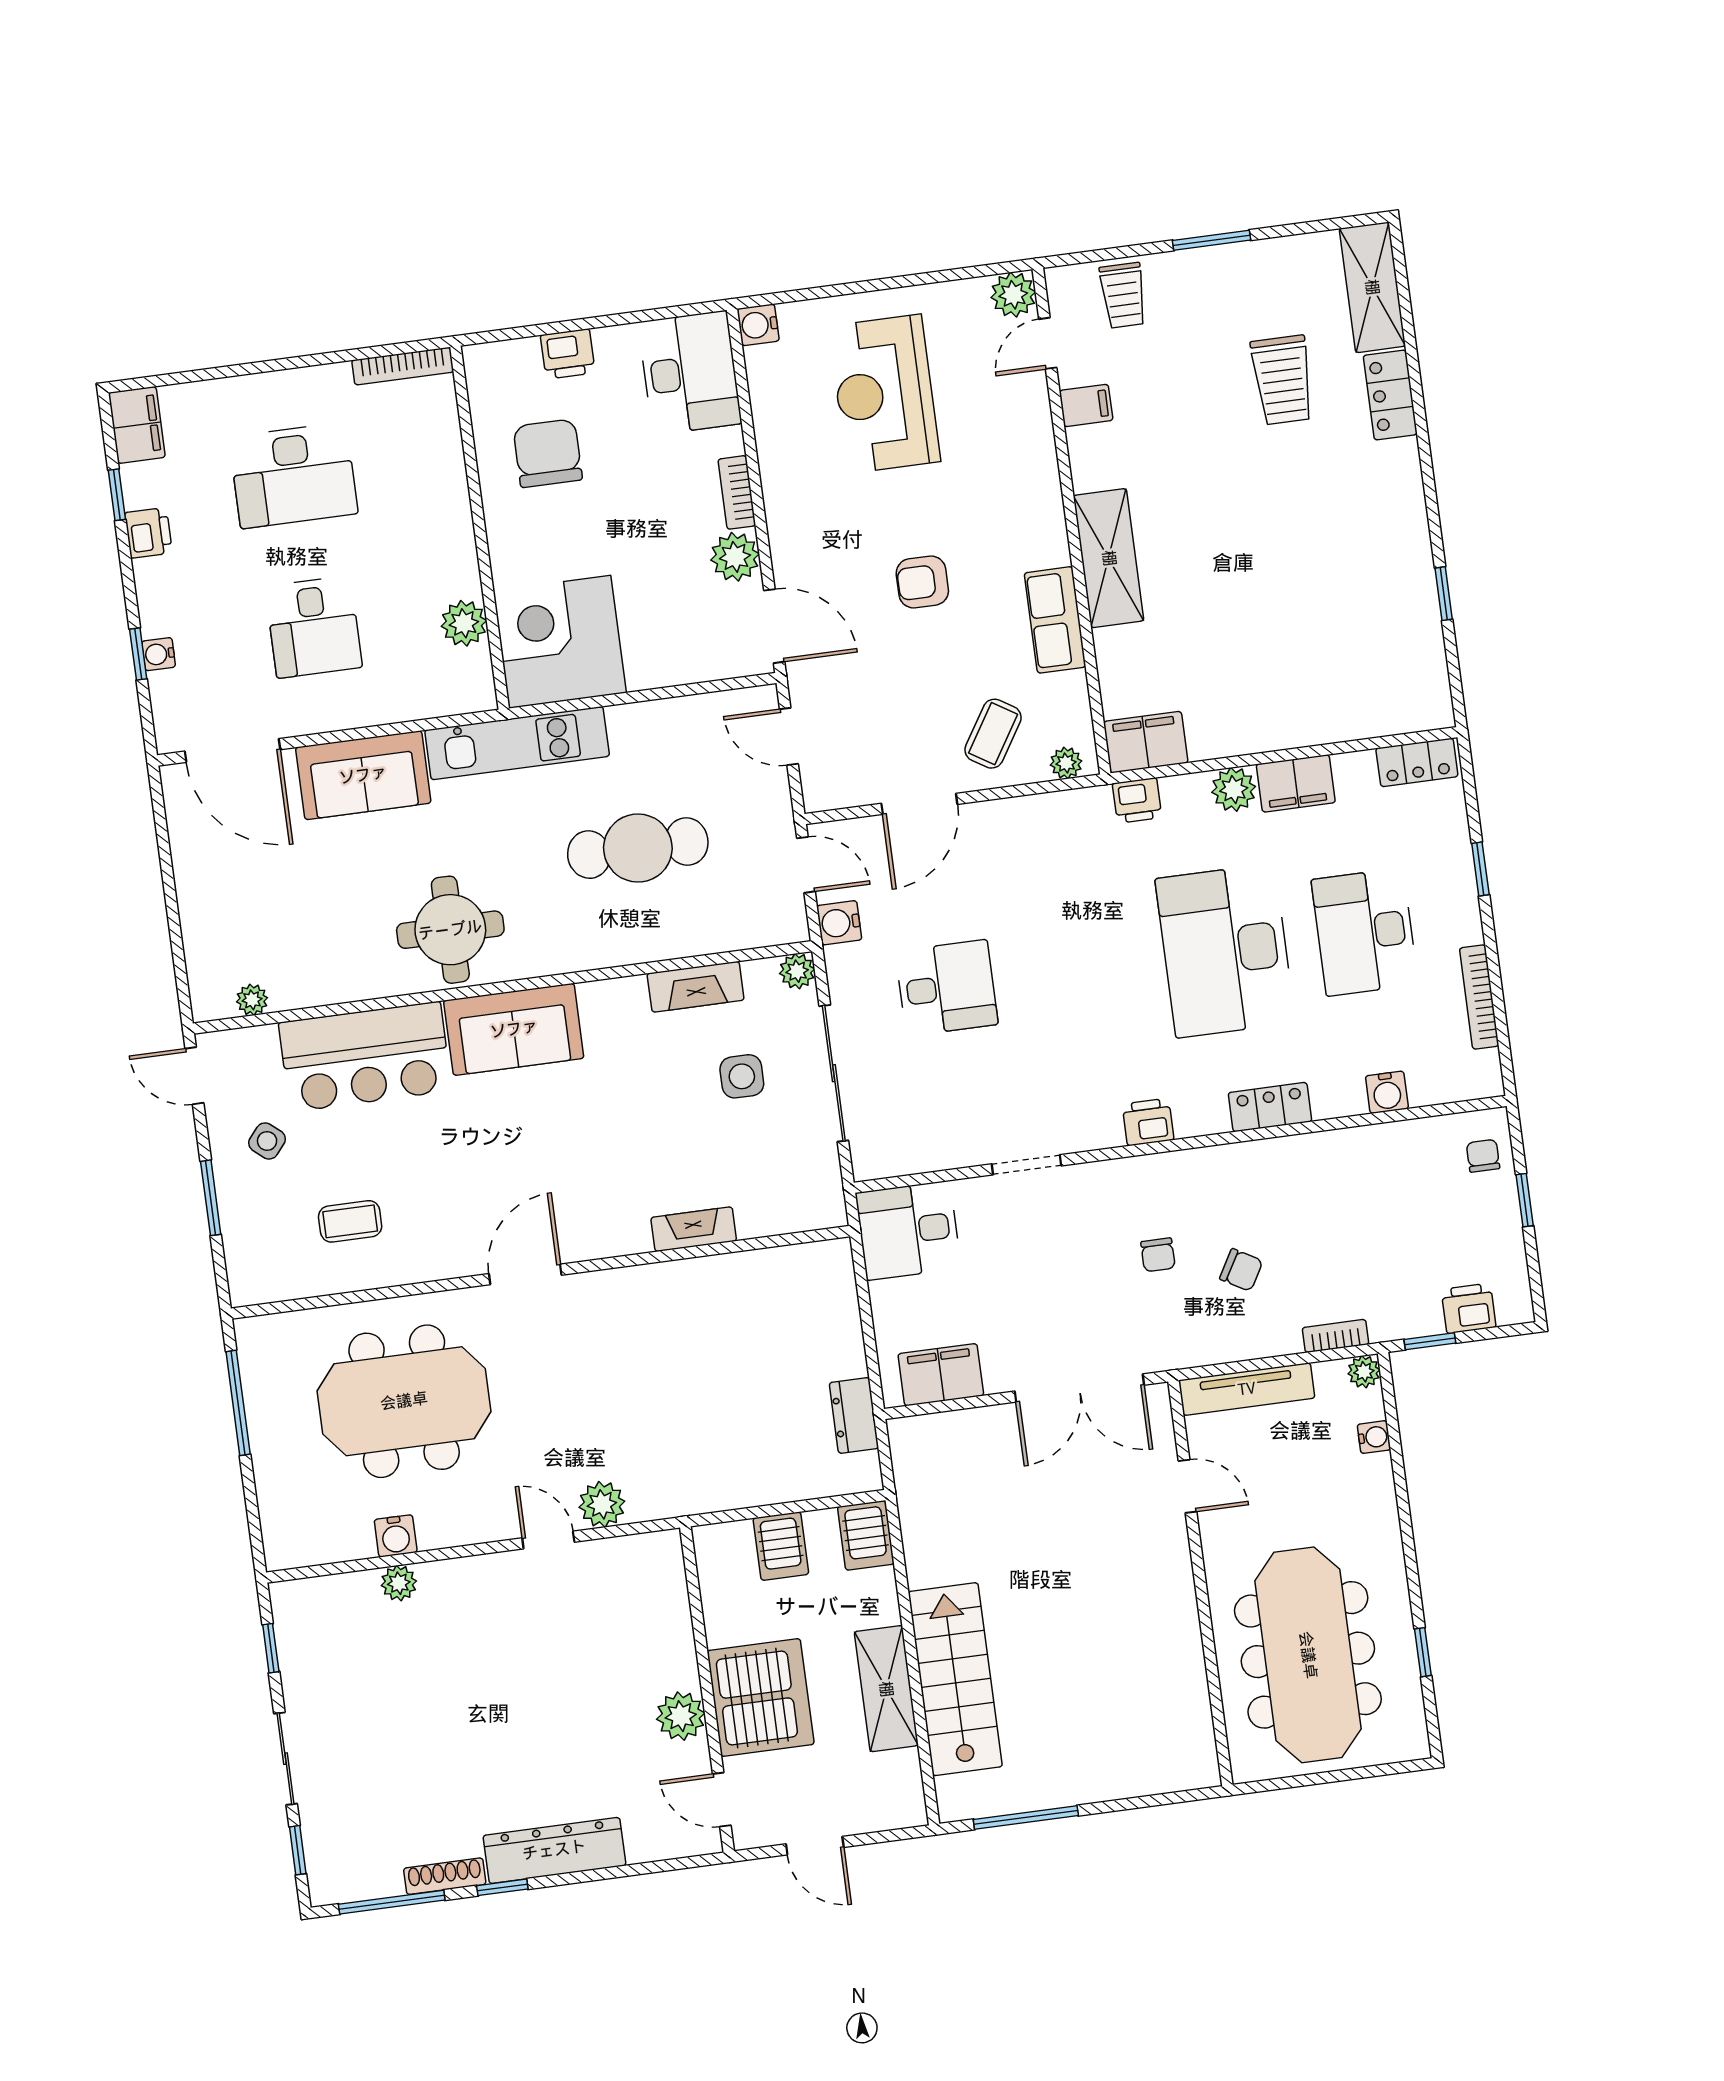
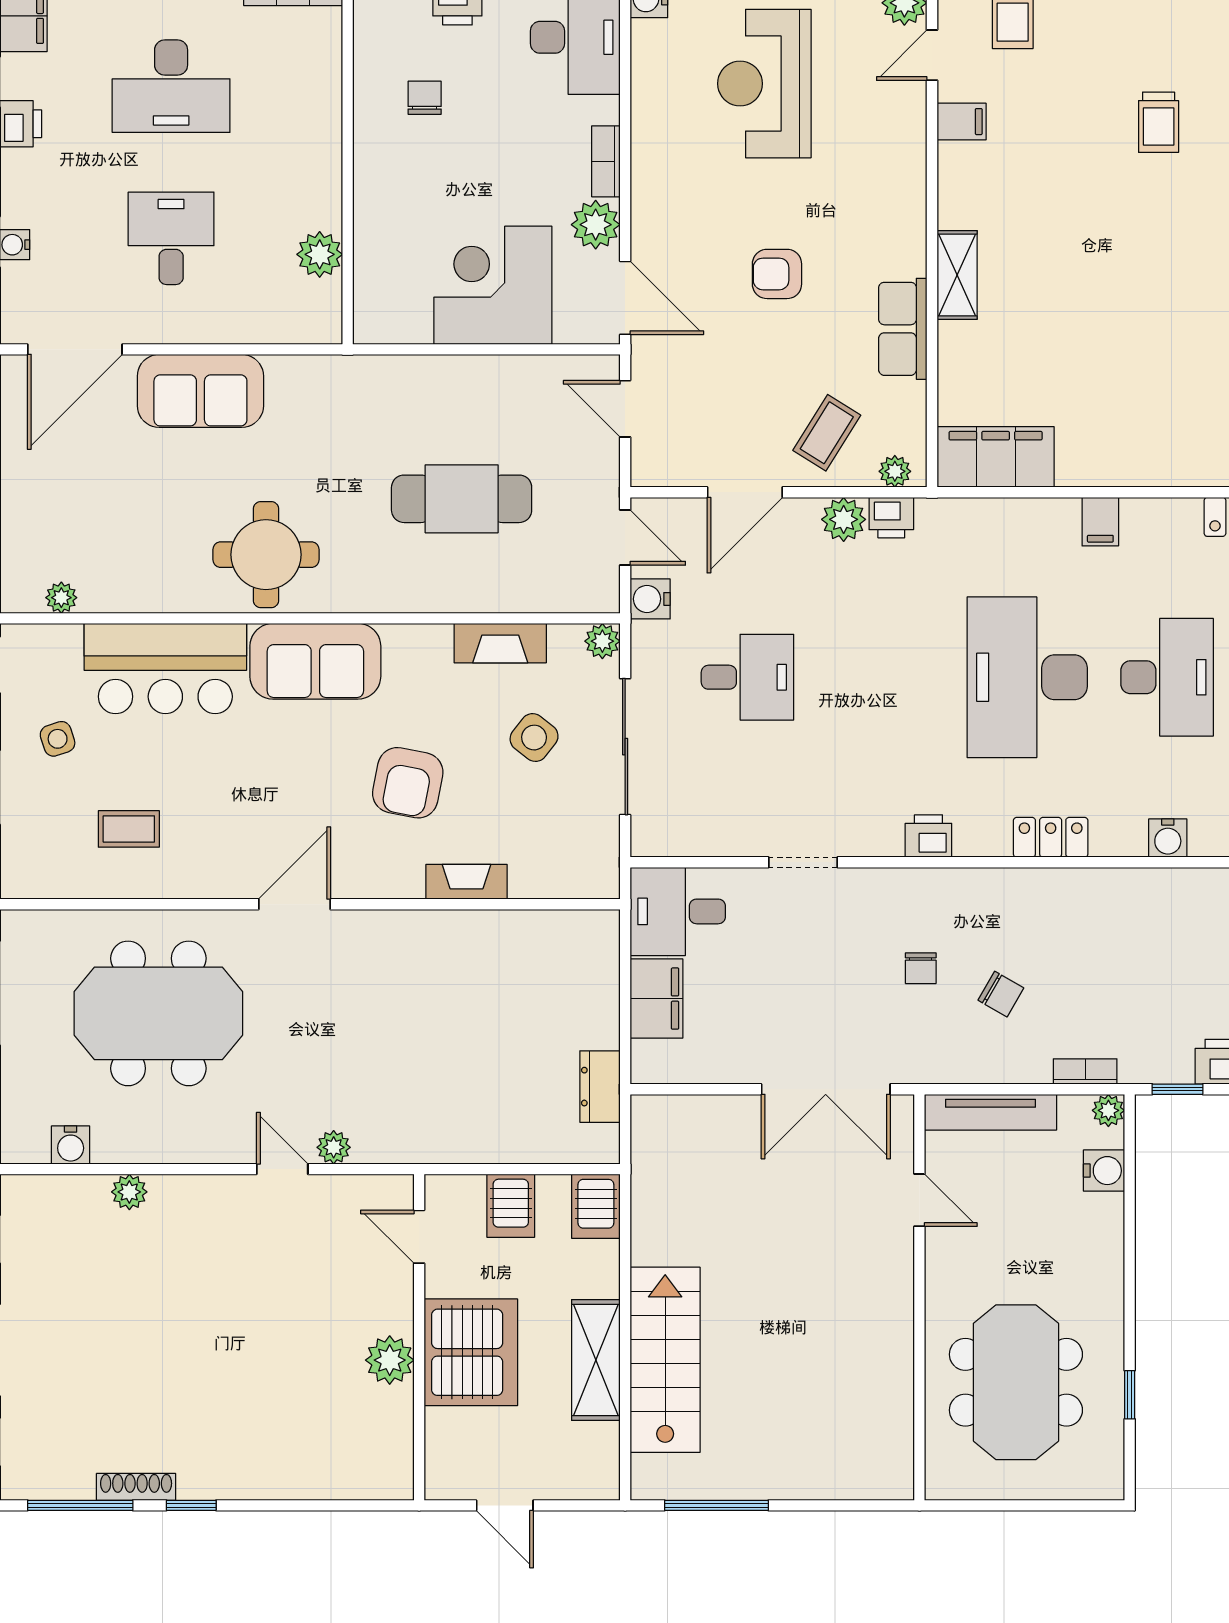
trolley: (1283, 380) -> (1159, 122), width x0.73, depth x0.72
chair: (548, 453) -> (425, 98), width x0.54, depth x0.54
shelving: (1109, 558) -> (957, 275), width x0.67, depth x0.75
desk: (314, 627) -> (171, 238), turned 180
corner desk: (560, 642) -> (493, 285), moved
filing cabinet: (1146, 742) -> (996, 457), width x1.50, depth x1.17
kitchen unit: (517, 743) -> (356, 380), removed
door: (232, 750) -> (75, 349), hinge flipped
filing cabinet: (1296, 783) -> (1100, 522), width x0.50
plant: (1234, 789) -> (844, 519), moved
printer: (1137, 800) -> (891, 518), moved
desk: (1365, 932) -> (1167, 677), turned 180
side table: (742, 1076) -> (534, 738), turned 38
armchair: (622, 1138) -> (408, 783), added
side table: (267, 1141) -> (58, 739), turned 32
filing cabinet: (941, 1375) -> (657, 999), moved, turned 90
water cooler: (1374, 1437) -> (1104, 1171), width x1.38, depth x1.38
plant: (602, 1504) -> (334, 1147), width x0.73, depth x0.73
water cooler: (396, 1536) -> (71, 1145), moved
meeting table: (1308, 1655) -> (1016, 1382), width x0.73
door: (722, 1800) -> (419, 1237), moved
dresser: (554, 1850) -> (248, 1476), removed

